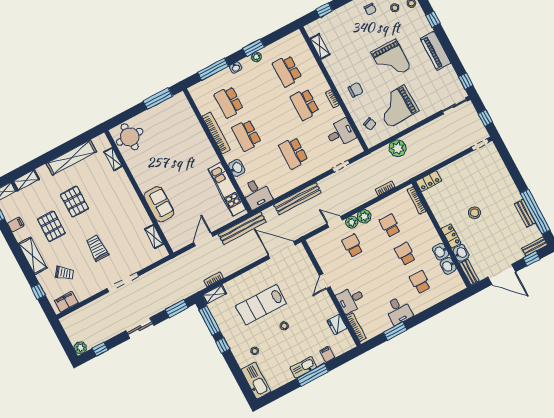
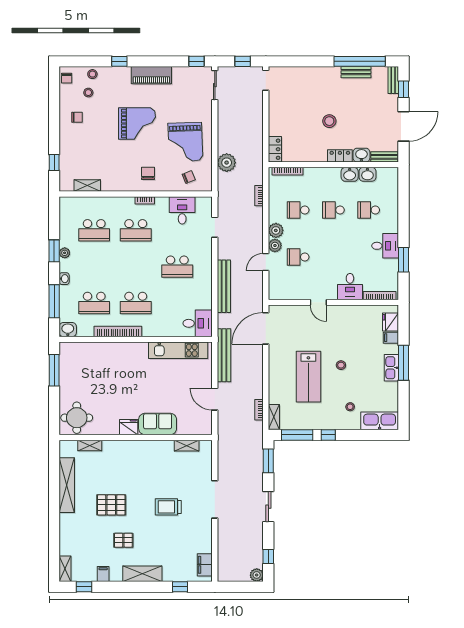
washbasin: (237, 168) -> (68, 330), moved
shelving: (26, 180) -> (65, 541), removed
fridge: (144, 182) -> (129, 427), added
pallet: (51, 226) -> (123, 540), width x0.67, depth x0.71
trolley: (65, 273) -> (176, 552), removed
fridge: (337, 324) -> (391, 322), moved, turned 90

